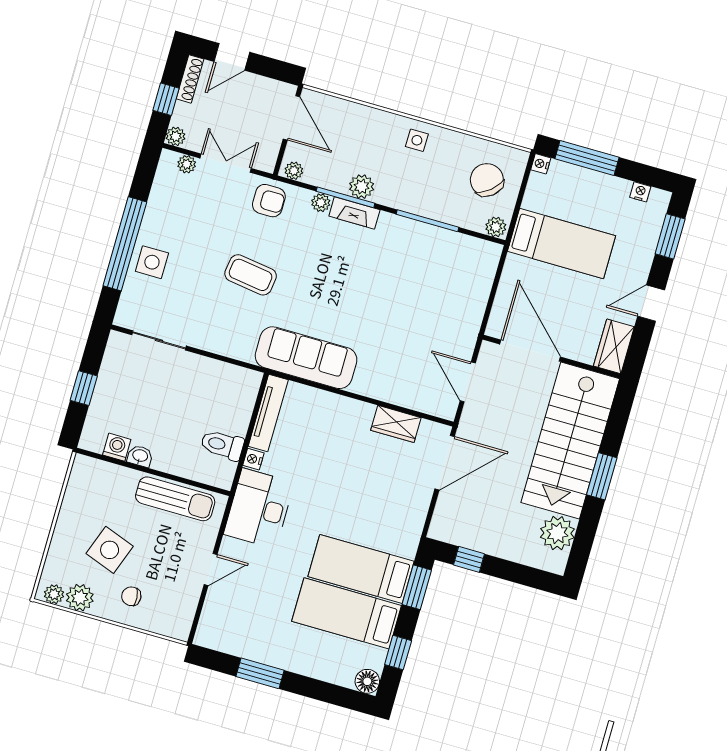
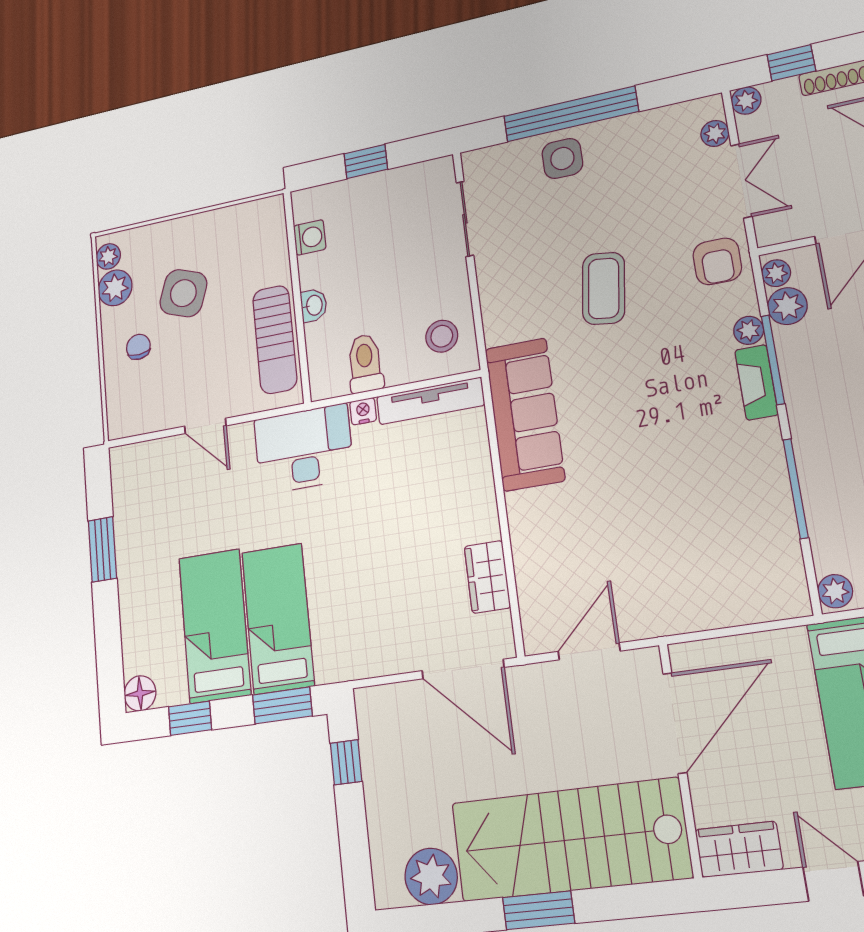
plant: (362, 187) -> (787, 306), moved
stool: (230, 388) -> (442, 336), added
washbasin: (140, 456) -> (314, 305), moved

